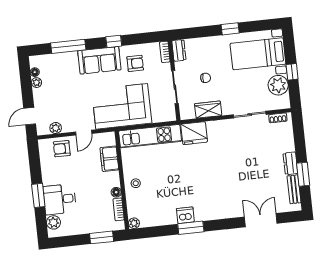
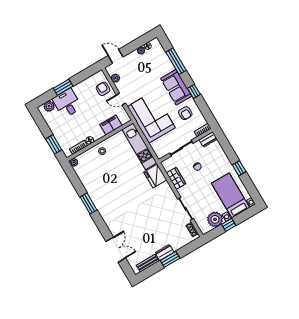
window: (303, 174) -> (170, 259), moved
dishwasher: (185, 215) -> (95, 196), removed

